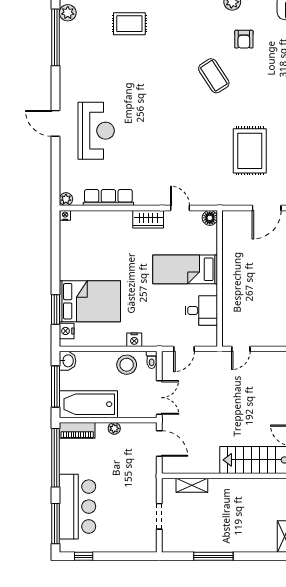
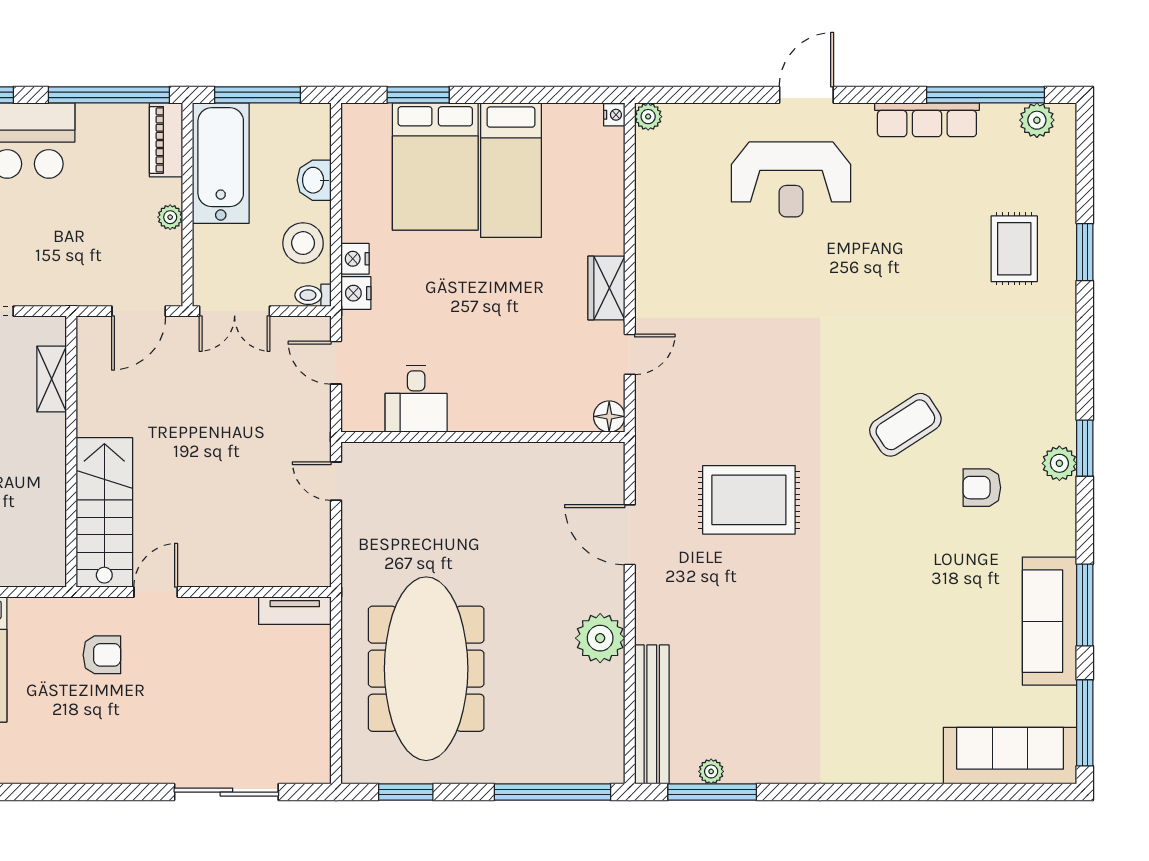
row of seats: (108, 198) -> (927, 120), moved, turned 90
bed: (185, 269) -> (511, 170), moved, turned 180
nightstand: (67, 331) -> (356, 293), moved, turned -90
washbasin: (68, 361) -> (314, 180), moved, turned 90

